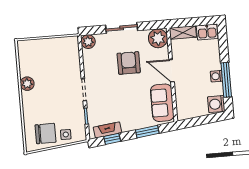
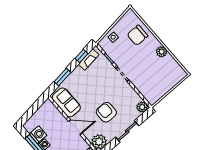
armchair: (129, 63) -> (106, 112), turned 180
washing machine: (216, 104) -> (38, 135), moved
chair: (46, 134) -> (137, 35), moved

